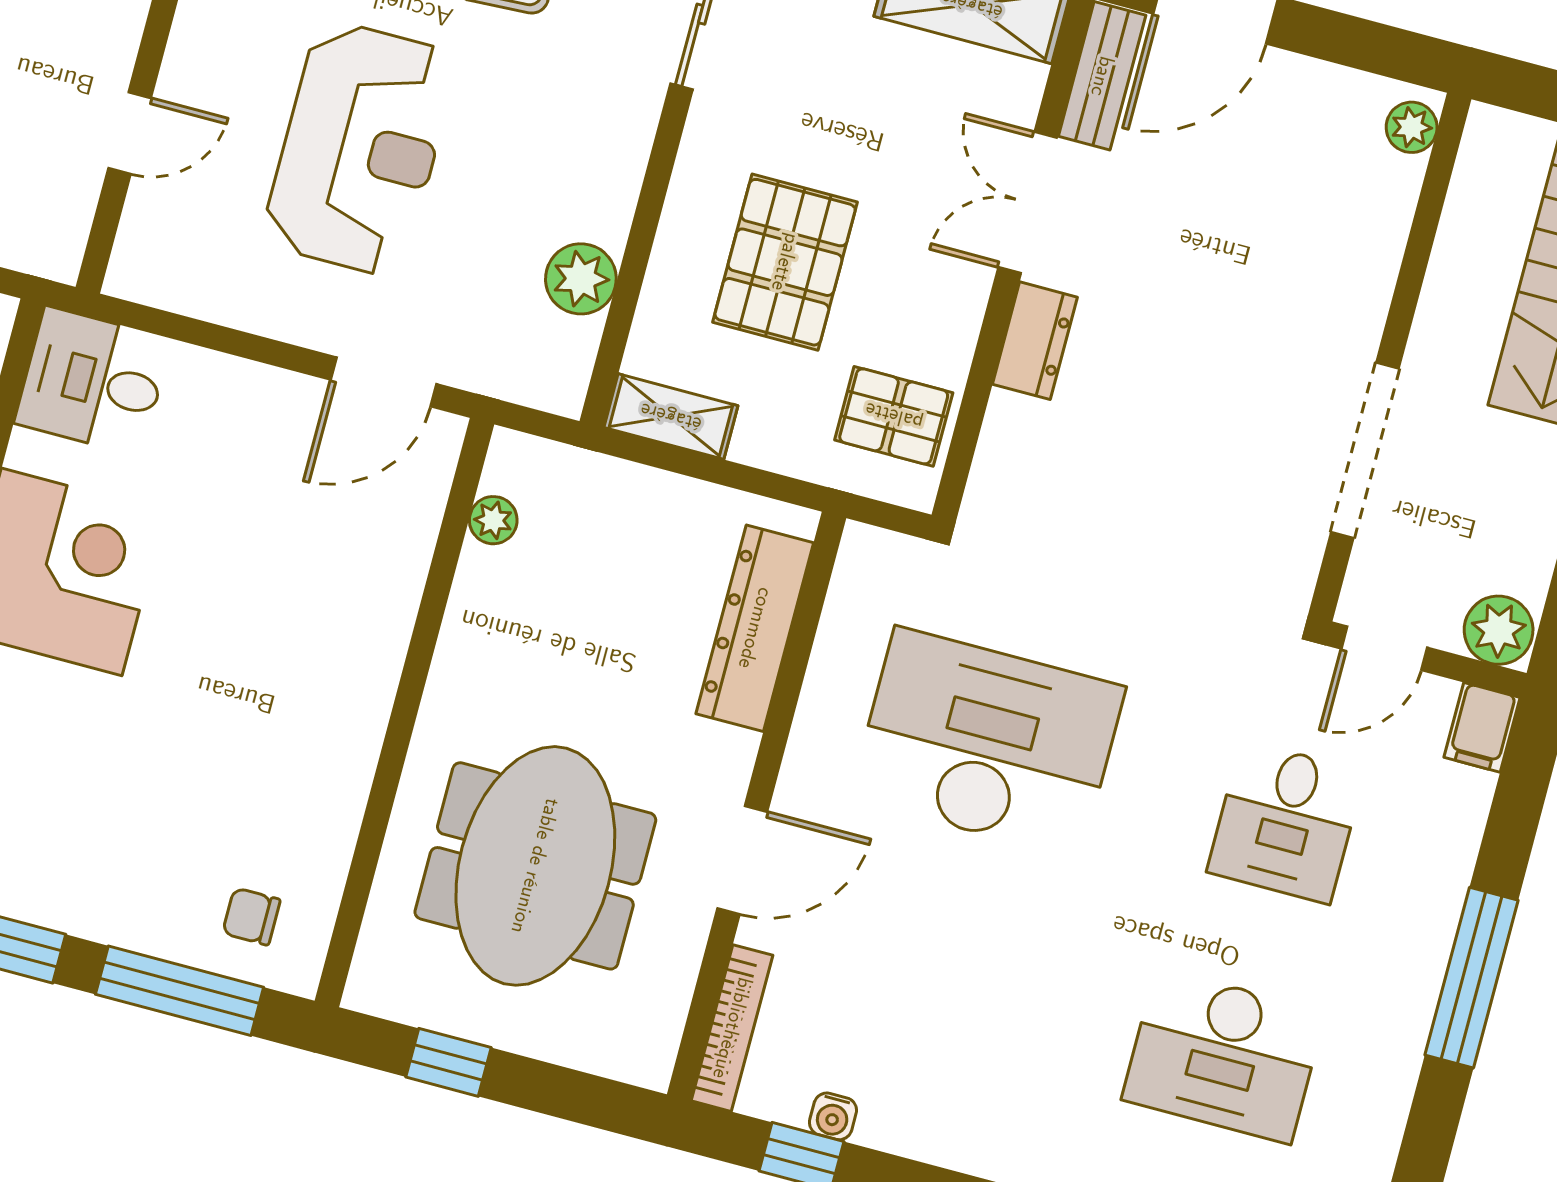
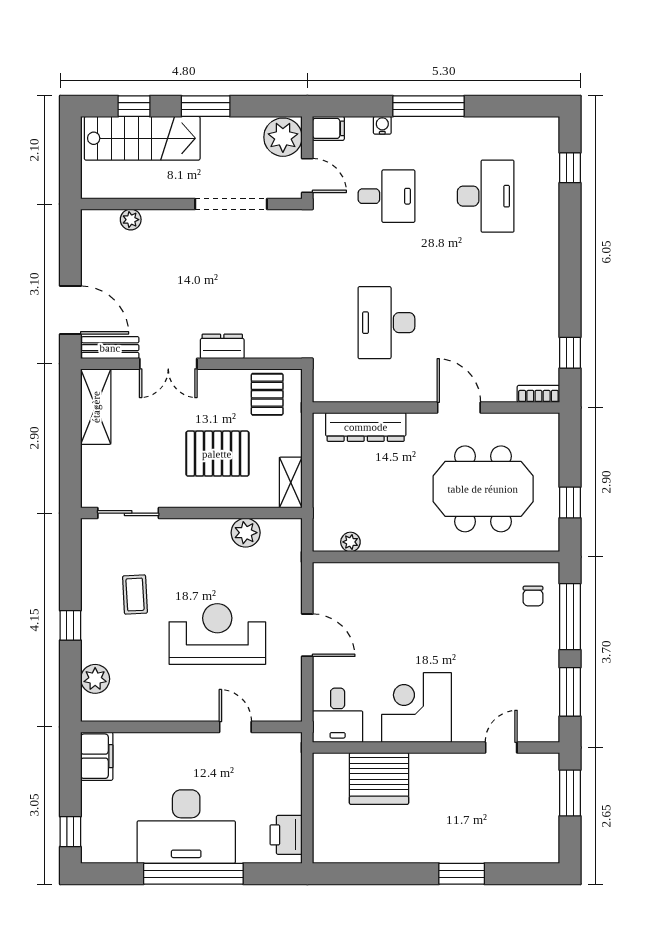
plant: (1412, 127) -> (131, 220), moved
door: (383, 382) -> (307, 635), moved
plant: (1499, 630) -> (283, 137), width x1.36, depth x1.36
desk: (988, 743) -> (386, 323), width x0.73, depth x0.77
bookcase: (732, 1028) -> (538, 394), width x0.64
water cooler: (833, 1116) -> (382, 125), moved, turned -90

